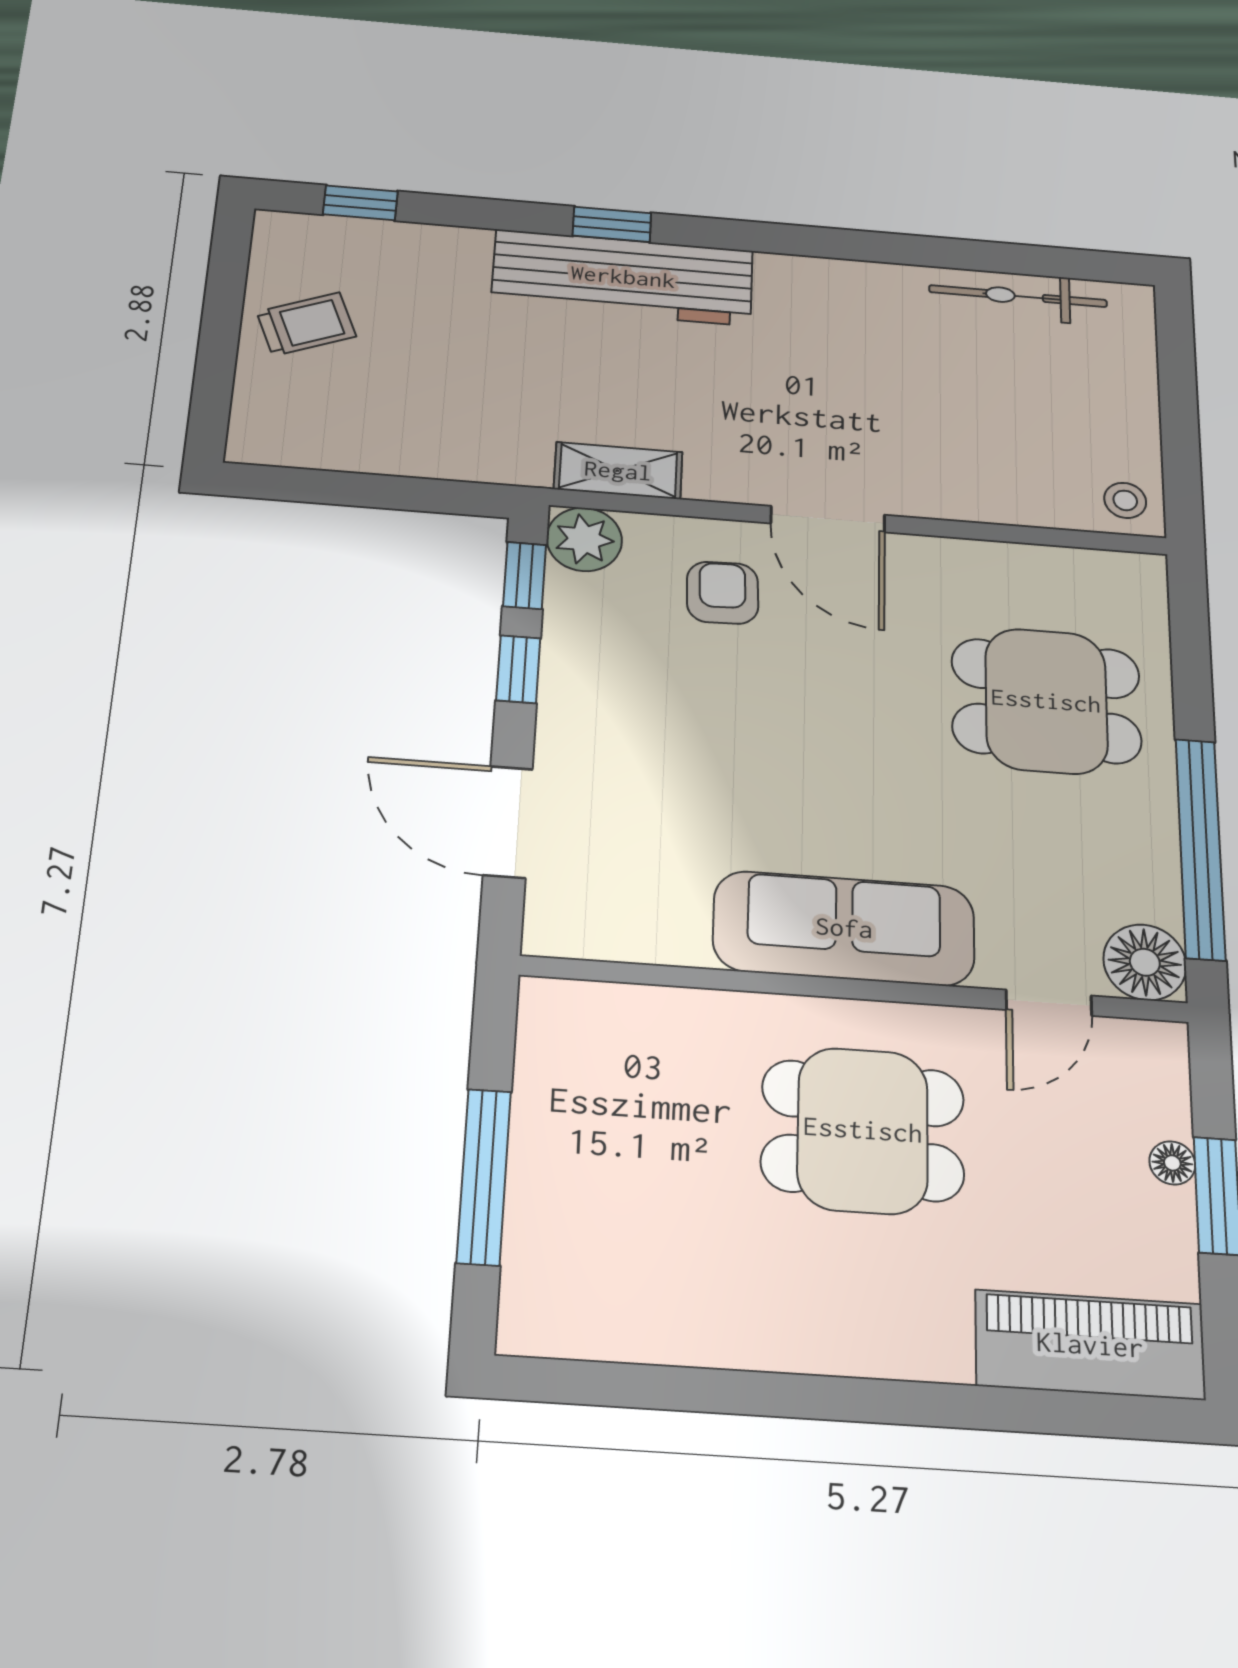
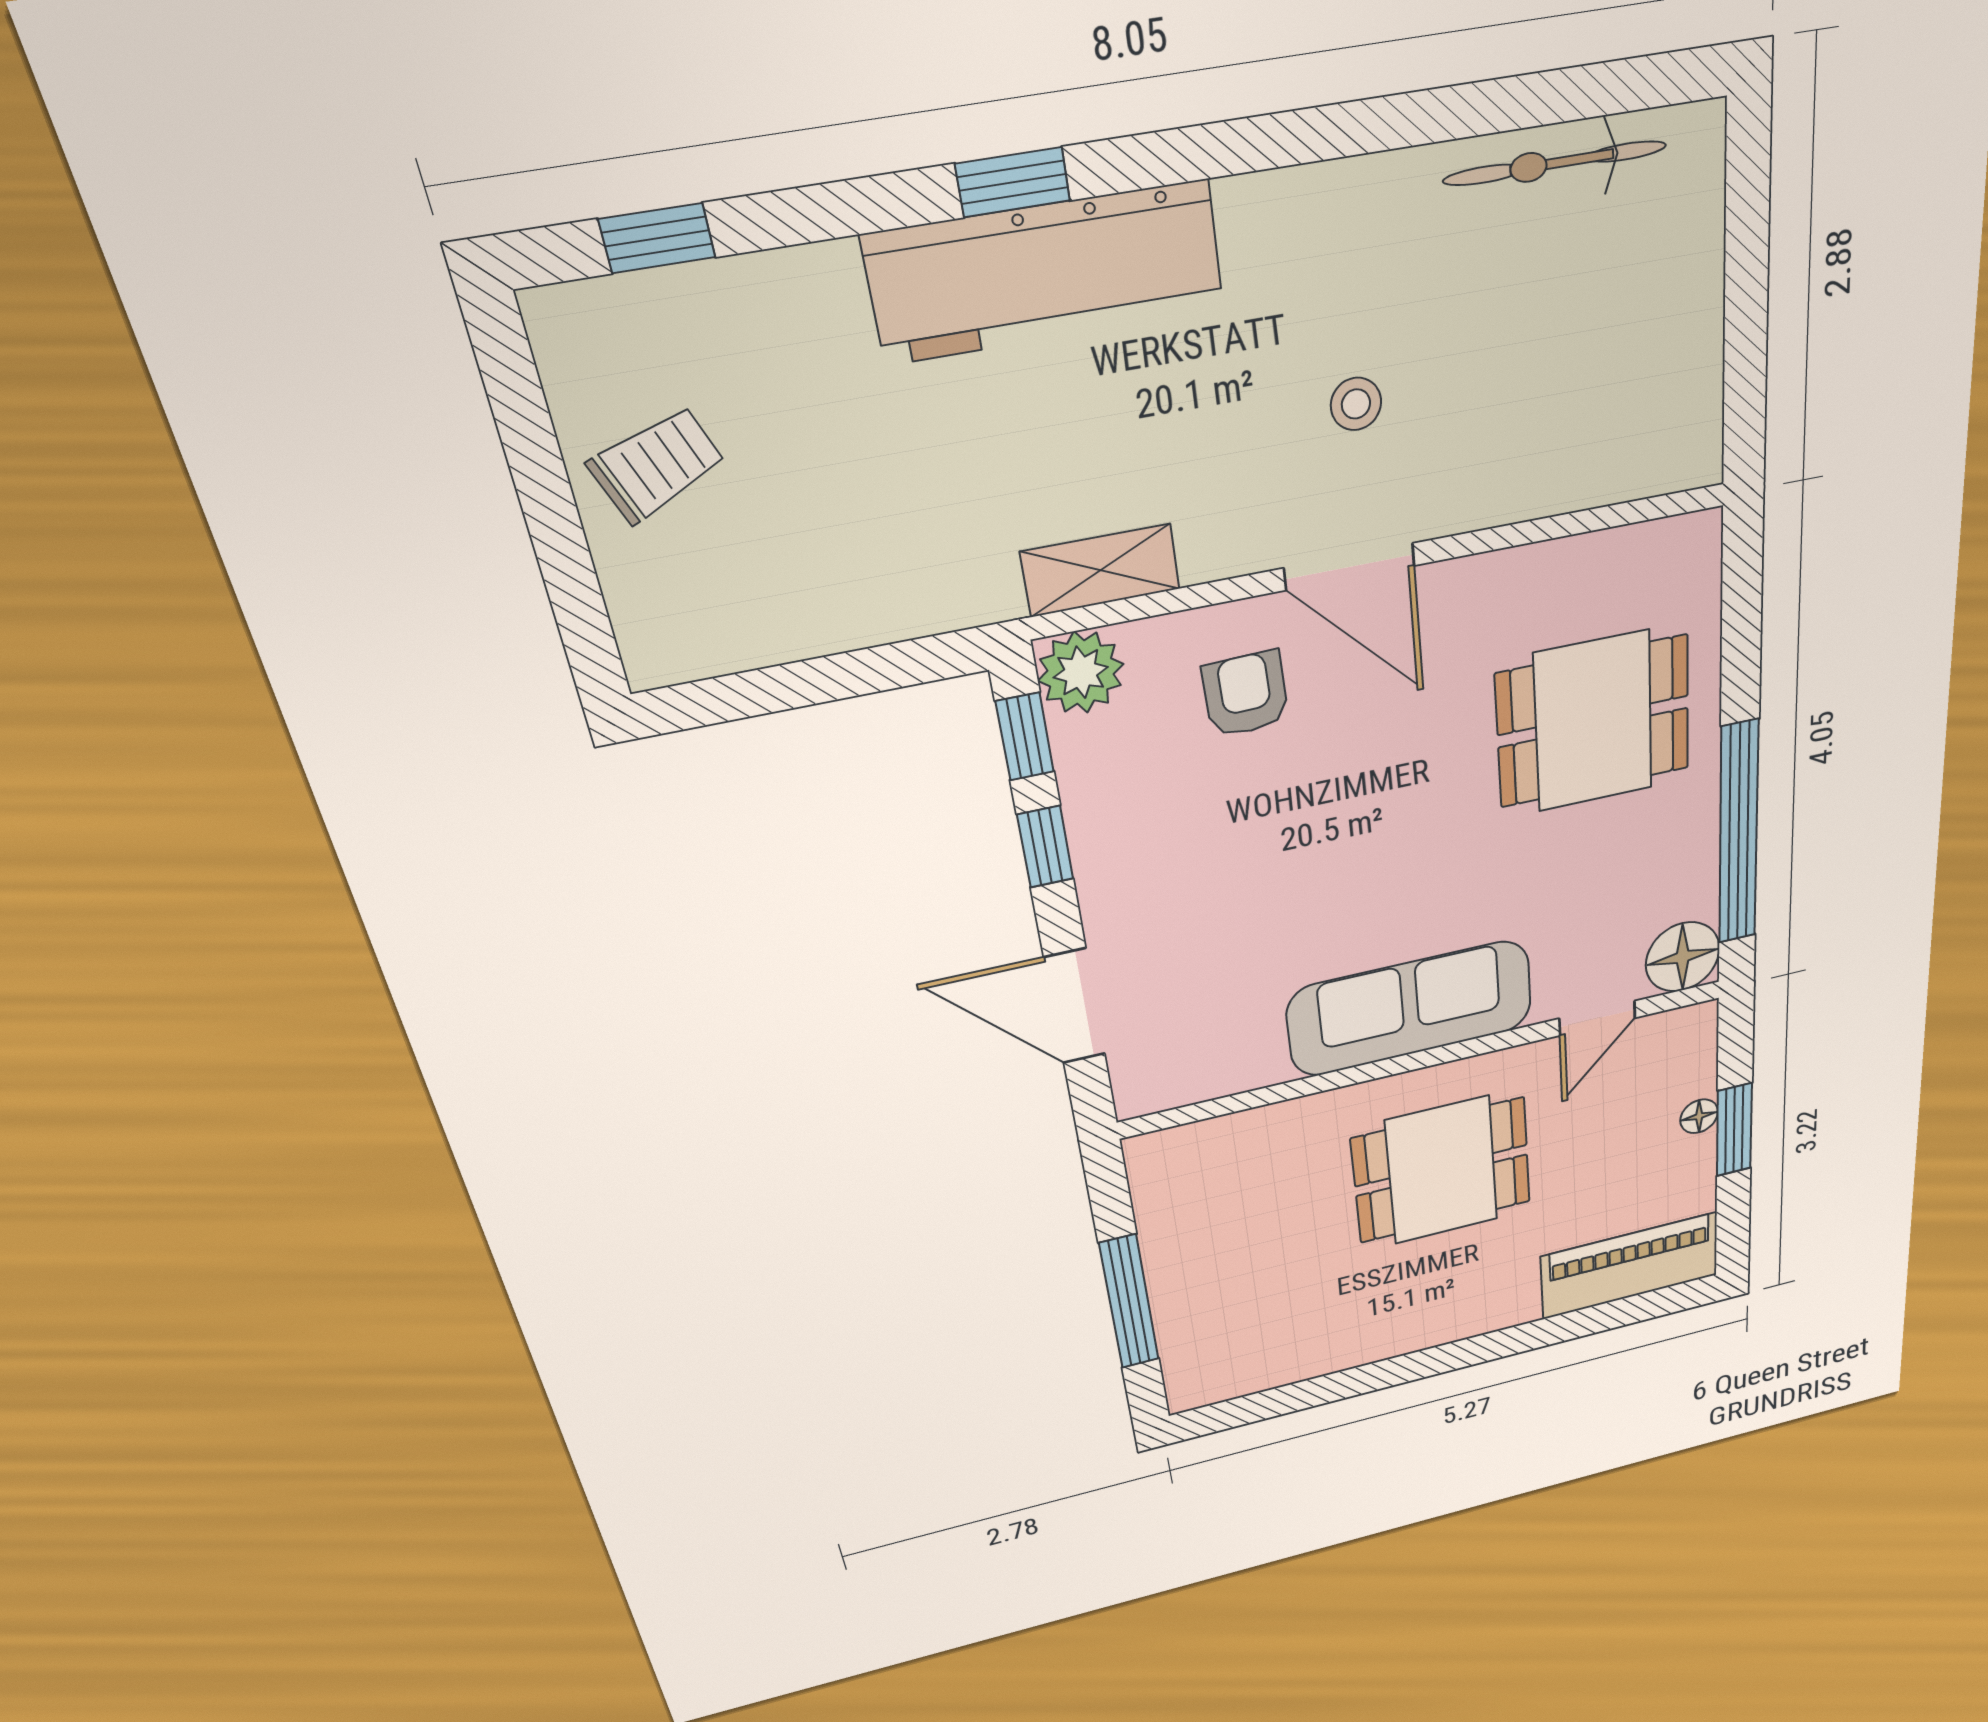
stool: (1125, 500) -> (1356, 404), moved

